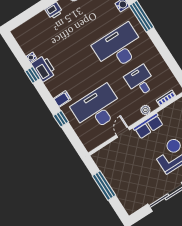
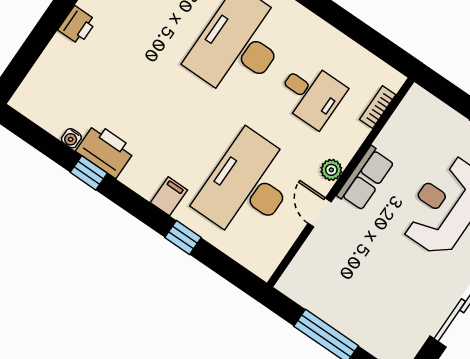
desk: (140, 81) -> (311, 94), turned 180
plant: (145, 110) -> (331, 170), moved

